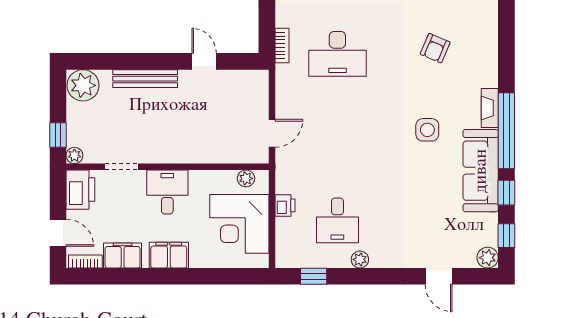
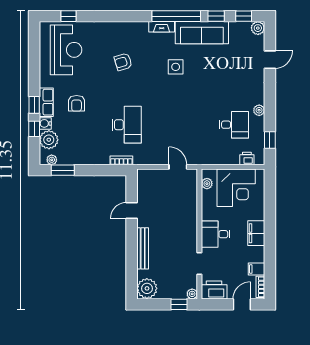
armchair: (435, 48) -> (123, 62), turned 140
printer: (285, 205) -> (247, 158), moved
filing cabinet: (123, 256) -> (257, 269), width x0.50

